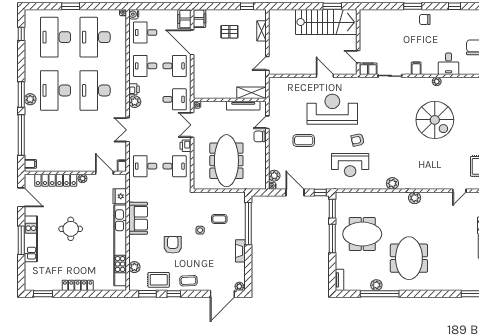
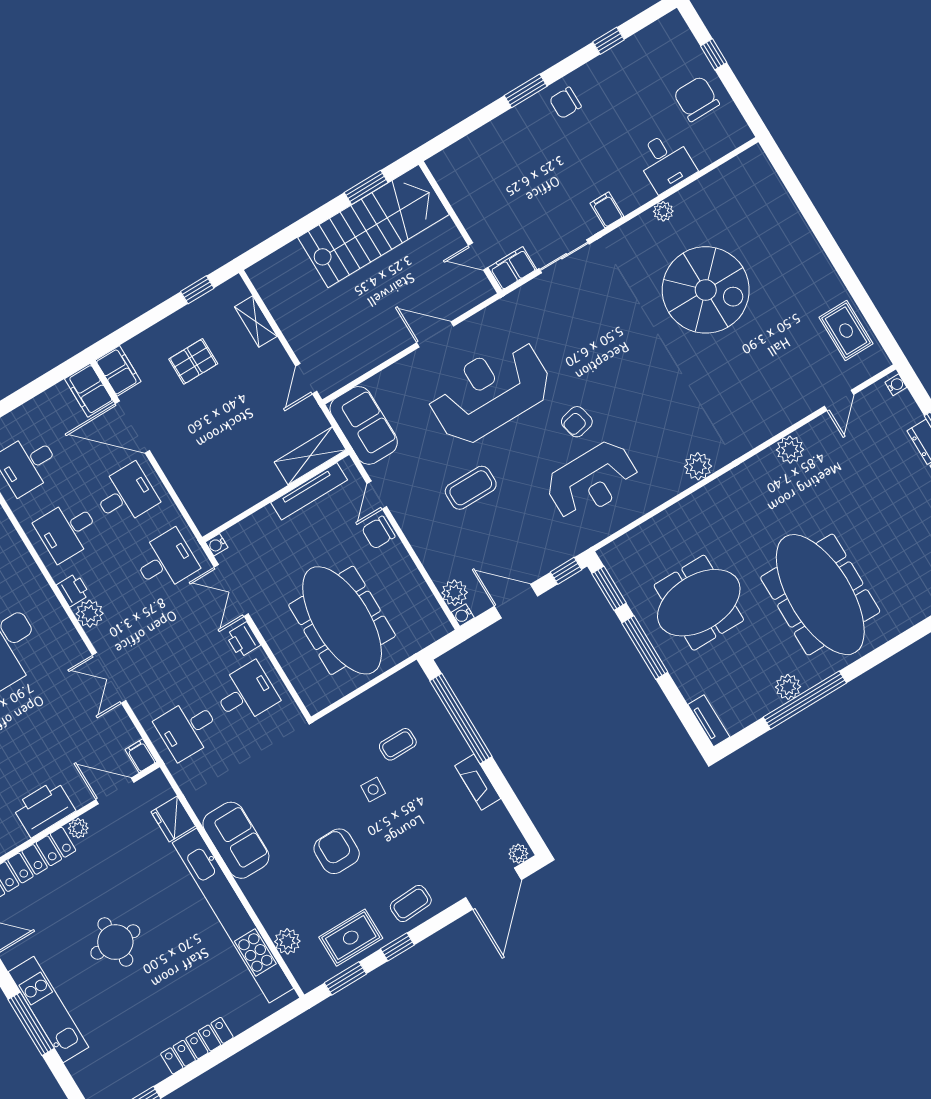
sofa: (278, 93) -> (364, 425), added
printer: (74, 163) -> (44, 808), added
plant: (415, 198) -> (790, 450), moved
meeting table: (409, 258) -> (820, 595), width x1.36

